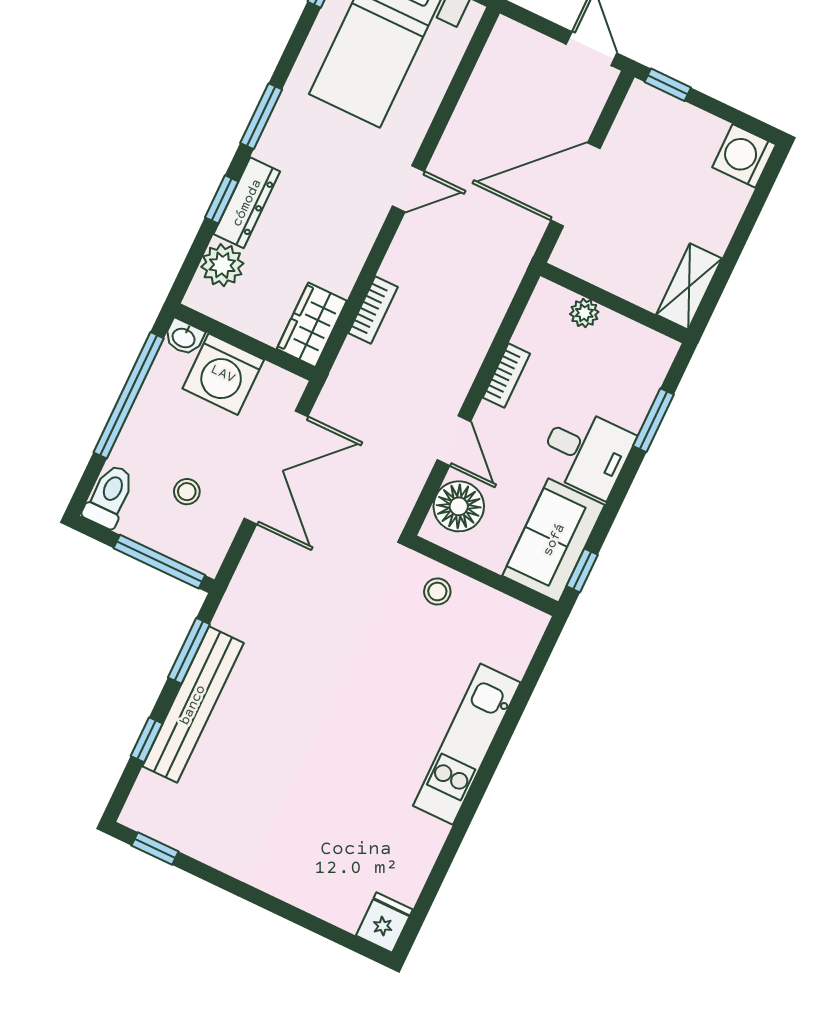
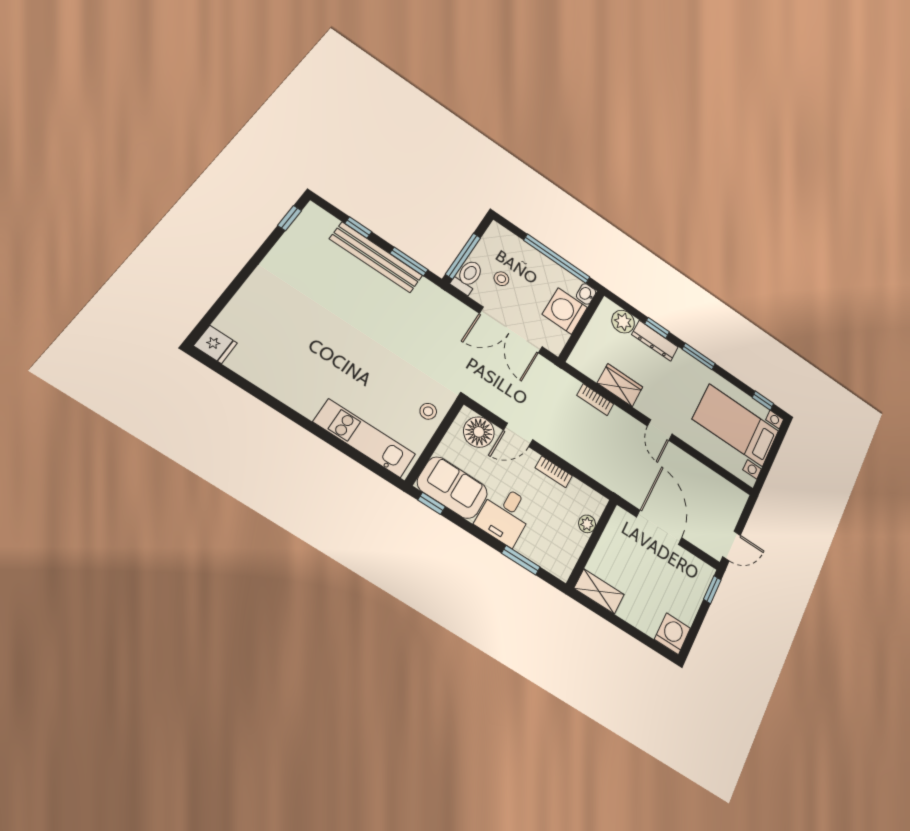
wardrobe: (312, 325) -> (620, 385), moved
toilet: (109, 496) -> (468, 277), moved, turned -90
kitchen unit: (467, 744) -> (364, 438), moved

